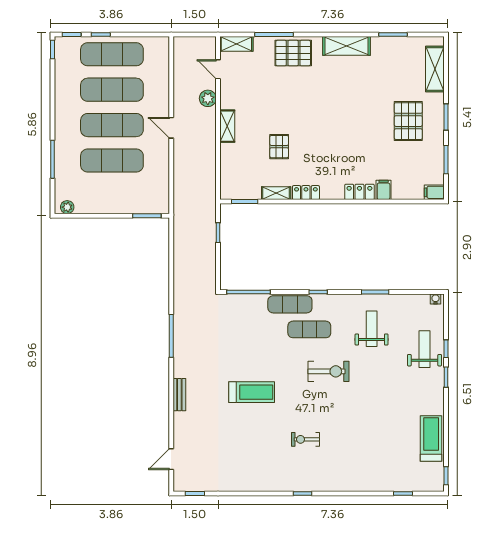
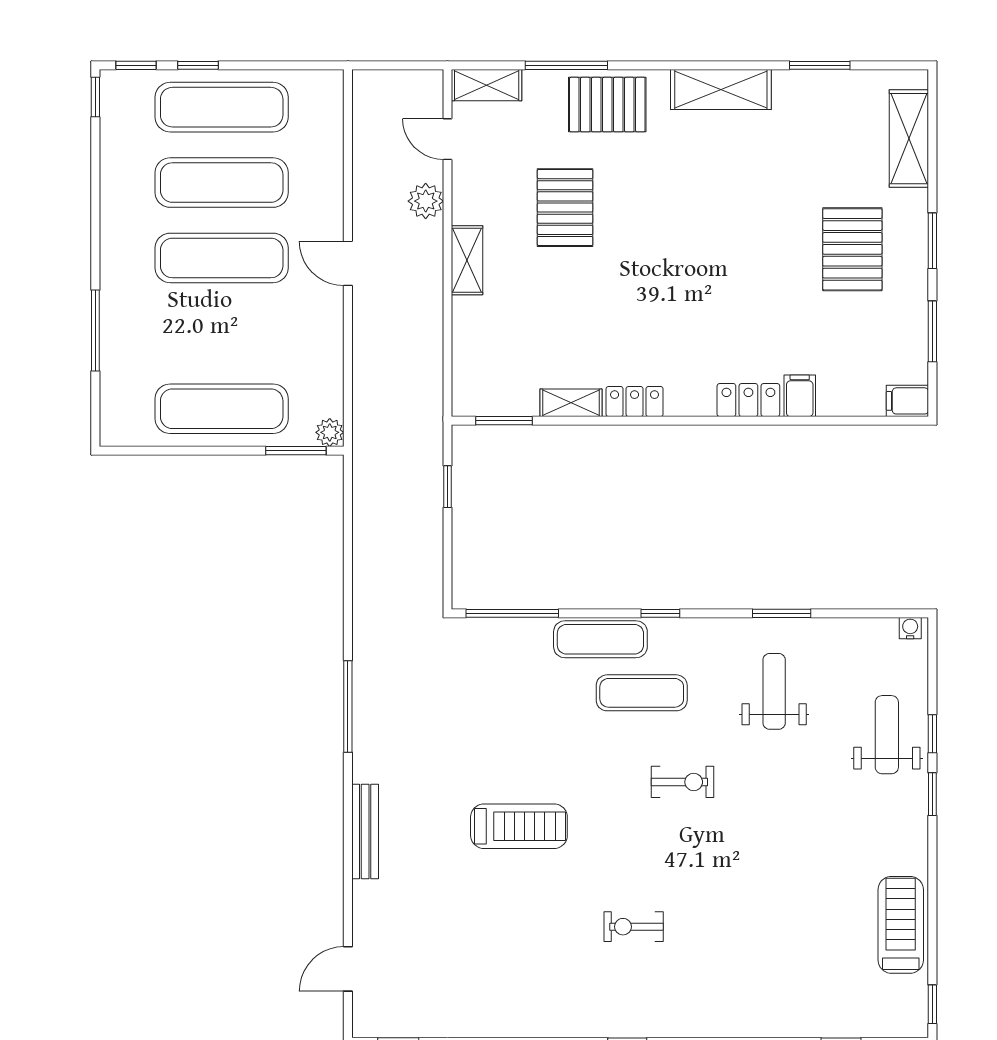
pallet: (279, 147) -> (565, 208), moved, width x1.50, depth x1.42
exercise mat: (112, 161) -> (222, 409), moved
plant: (67, 207) -> (330, 432), moved
exercise bike: (328, 371) -> (682, 782), width x0.73, depth x0.72
bench: (179, 395) -> (365, 831), width x1.36

